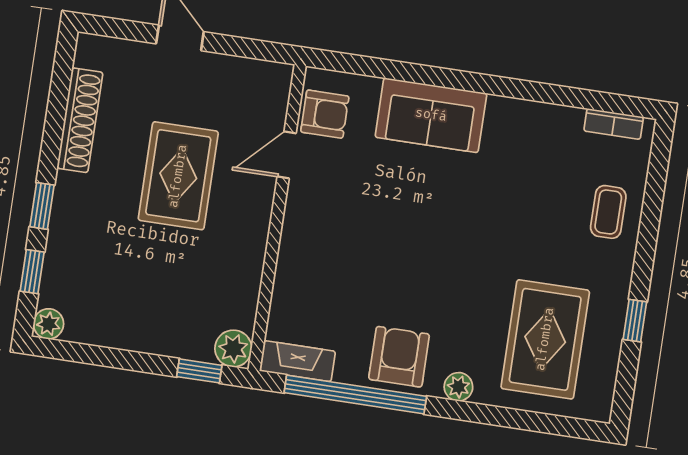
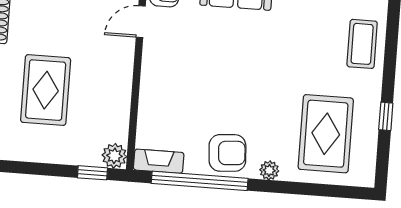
rug: (178, 176) -> (46, 90), moved
coffee table: (608, 212) -> (362, 44), width x1.36, depth x1.30
armchair: (399, 357) -> (227, 153), turned 86

